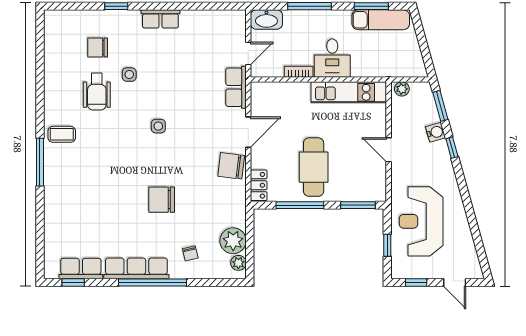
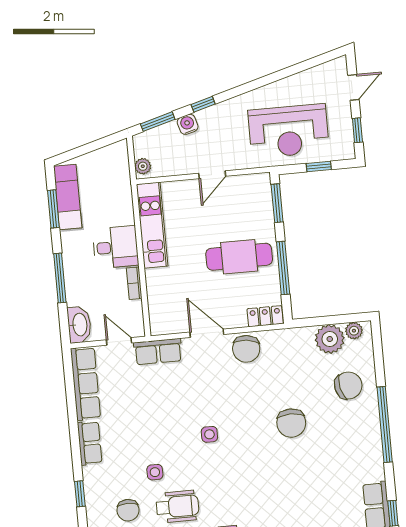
chair: (190, 253) -> (348, 385), width x1.87, depth x1.87
row of seats: (136, 268) -> (86, 383), moved, turned 180

